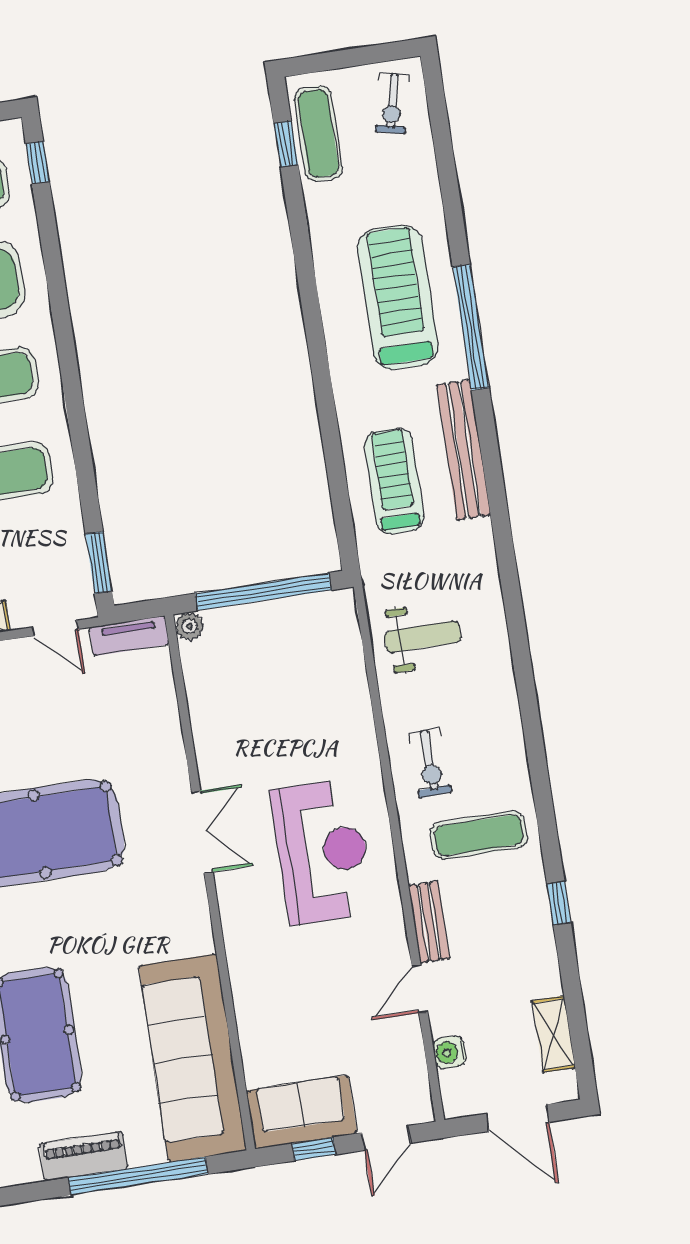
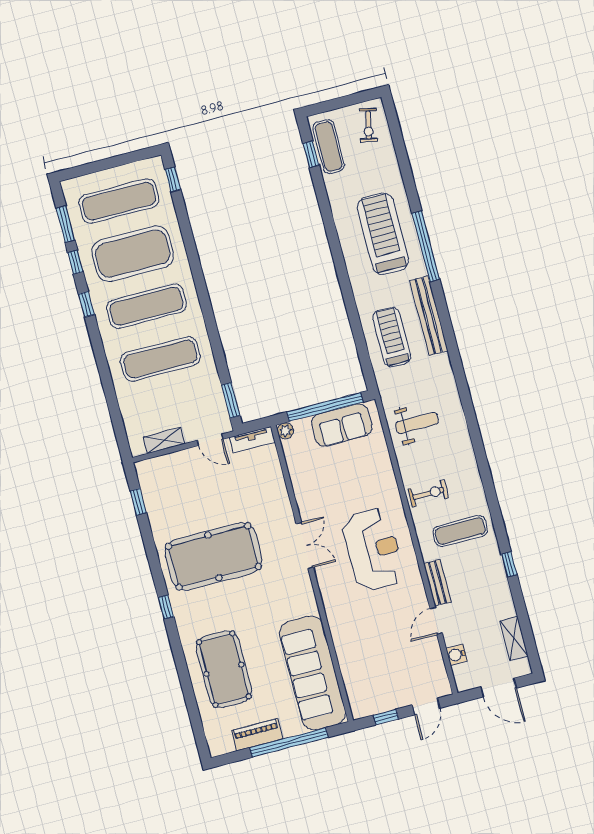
exercise bike: (430, 763) -> (428, 493), turned -88
sofa: (302, 1112) -> (342, 425), moved, turned 180

